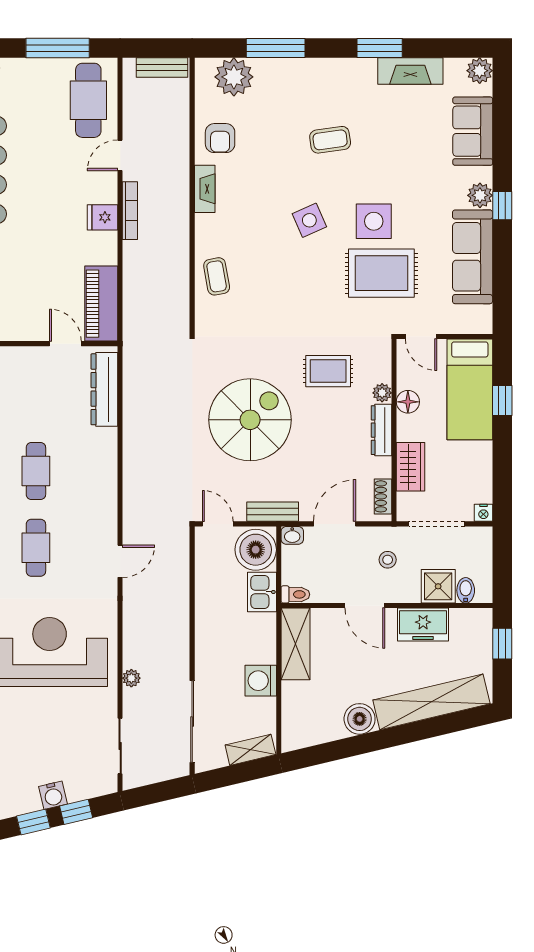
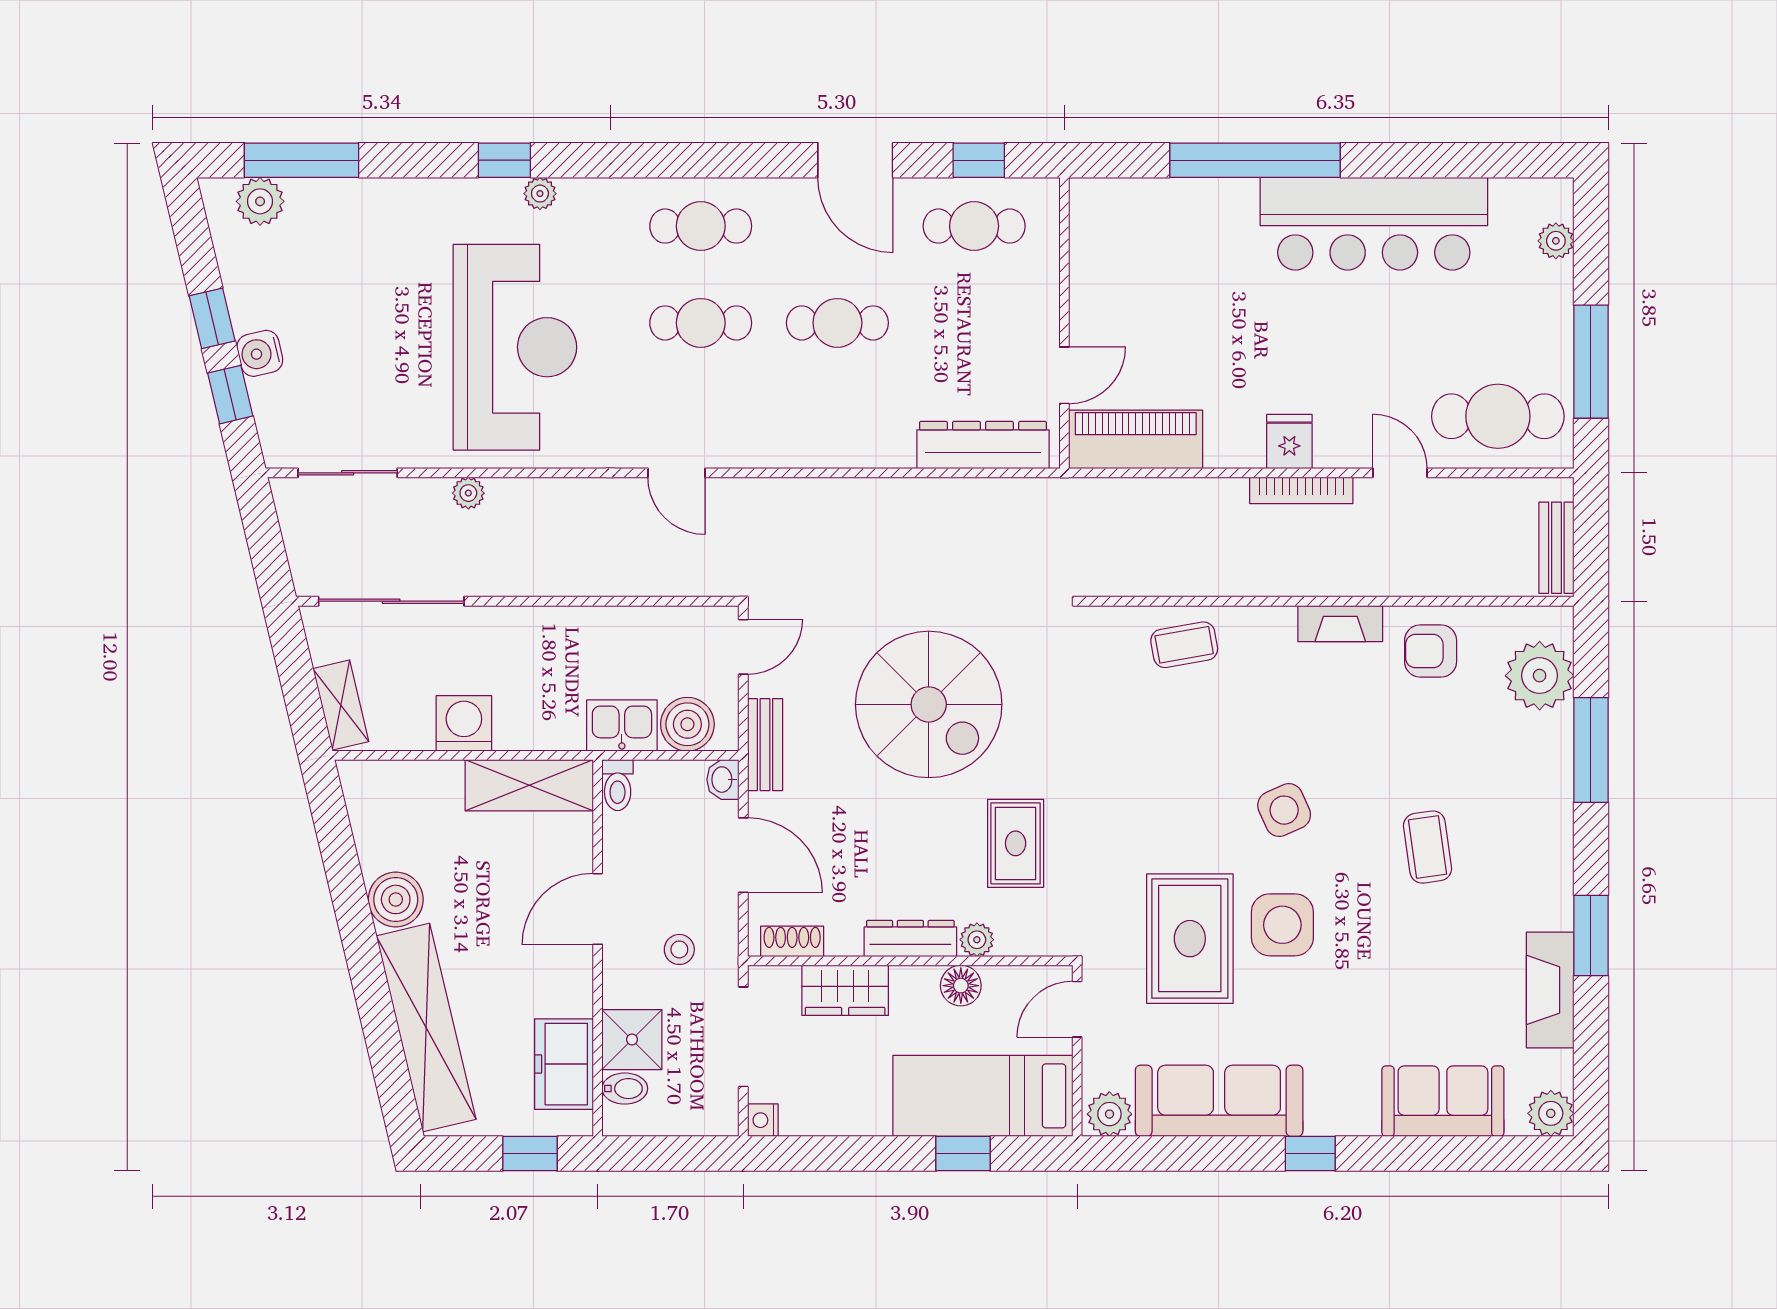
plant: (480, 195) -> (1109, 1114), moved
boiler: (256, 550) -> (687, 724), width x0.73, depth x0.73
freezer: (423, 625) -> (564, 1064), moved

